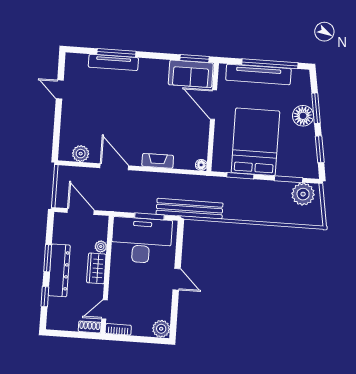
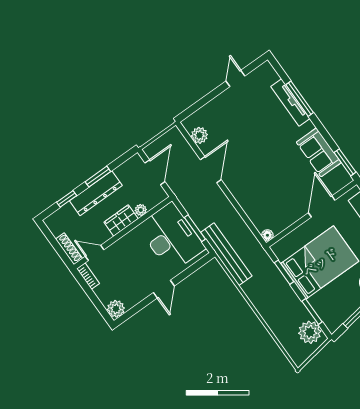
sofa: (191, 74) -> (319, 152), moved
fireplace: (158, 161) -> (243, 199), removed
shoe rack: (90, 327) -> (69, 249), width x1.43

